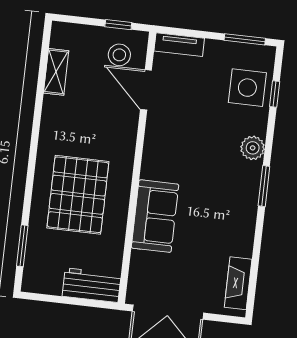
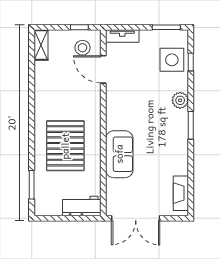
shelving: (56, 72) -> (41, 45), moved

